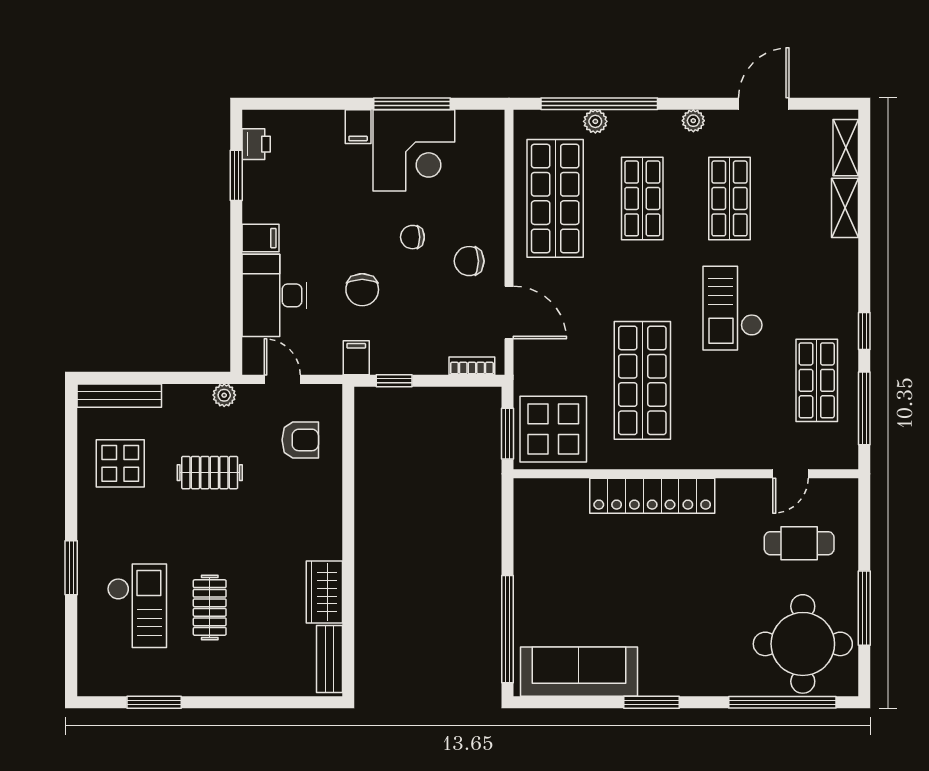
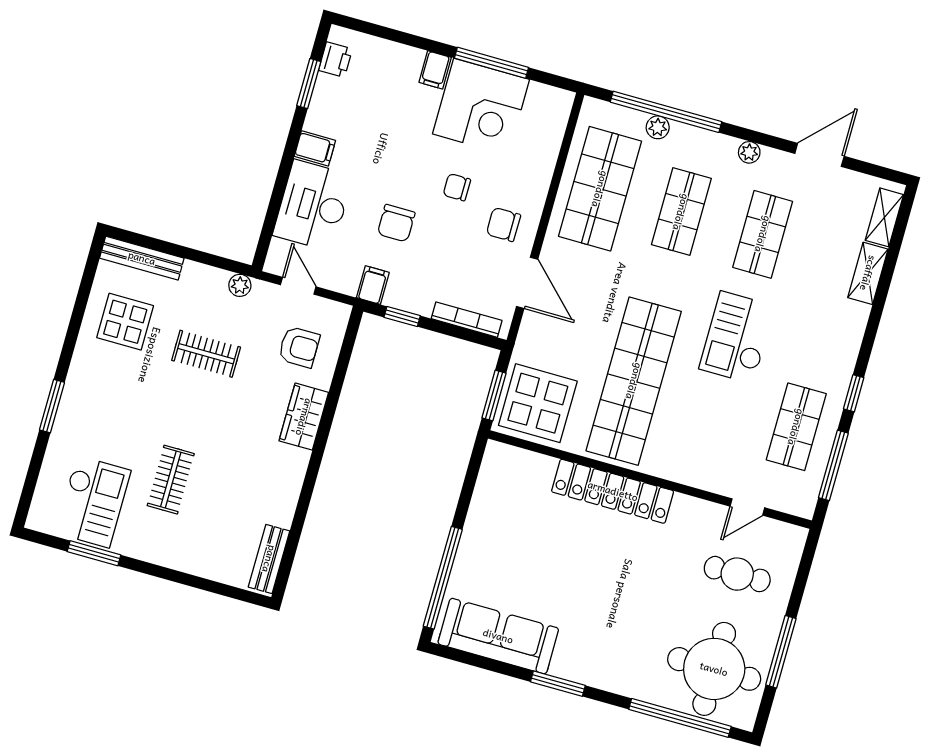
bookcase: (472, 366) -> (467, 320), width x1.56
shop shelf: (642, 380) -> (634, 381), width x1.40
wardrobe: (324, 592) -> (304, 417), moved
checkout: (137, 606) -> (93, 502), moved

